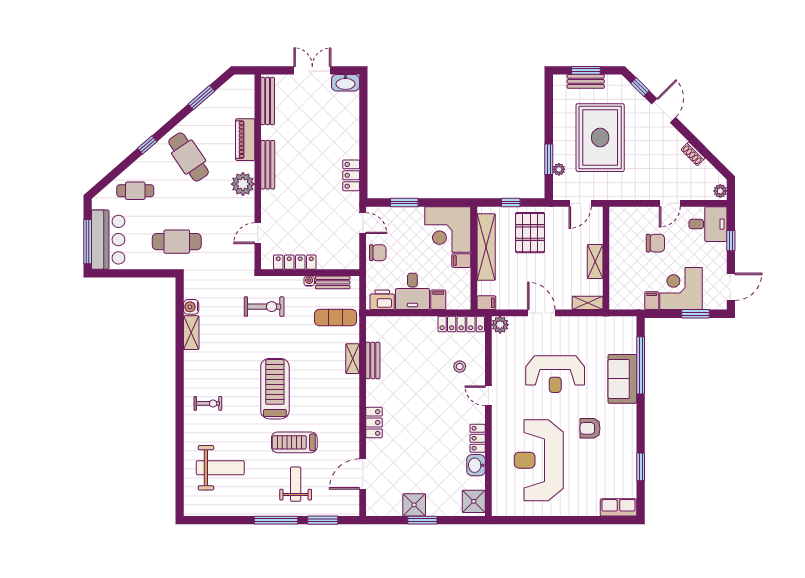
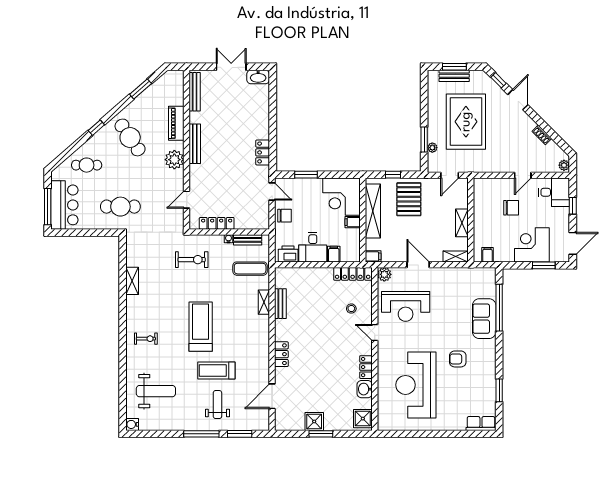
filing cabinet: (652, 301) -> (487, 255), moved
water cooler: (191, 307) -> (132, 424), moved
reception desk: (555, 374) -> (406, 306), moved

